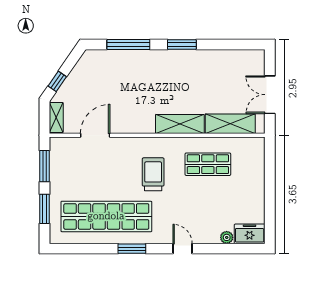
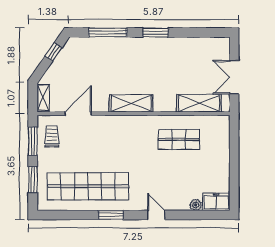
window: (57, 81) -> (54, 52), moved
shelving: (180, 124) -> (131, 103), moved
trolley: (153, 174) -> (52, 136), moved, width x0.73, depth x0.72

